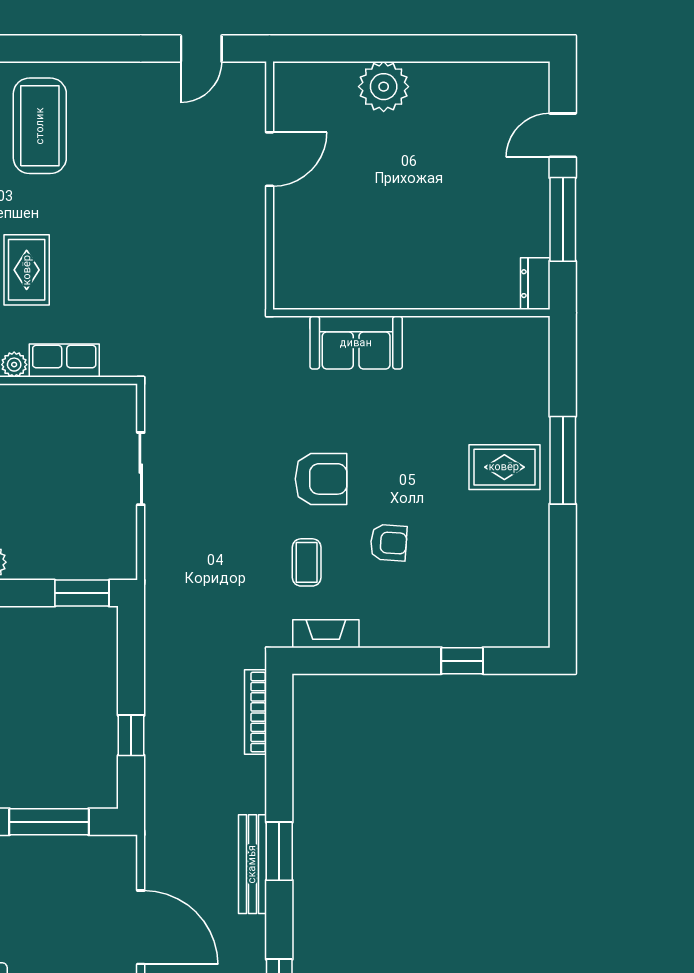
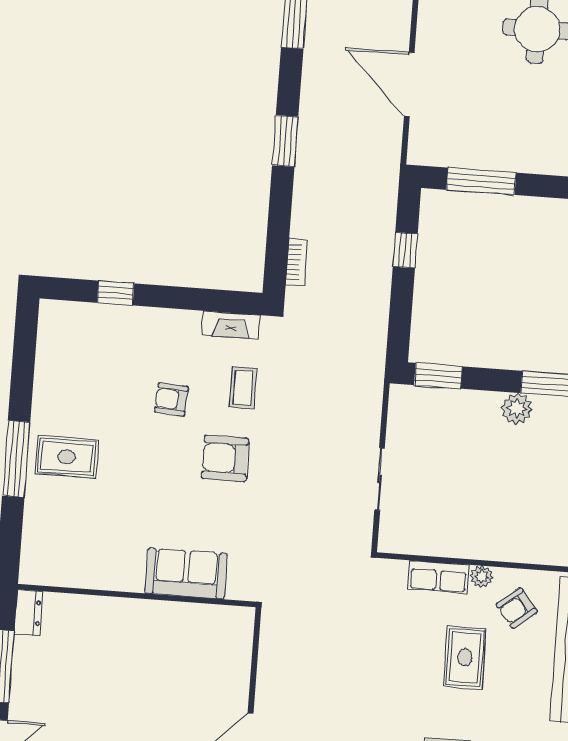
bookcase: (256, 712) -> (297, 262), width x0.64
bench: (252, 864) -> (309, 132), removed

